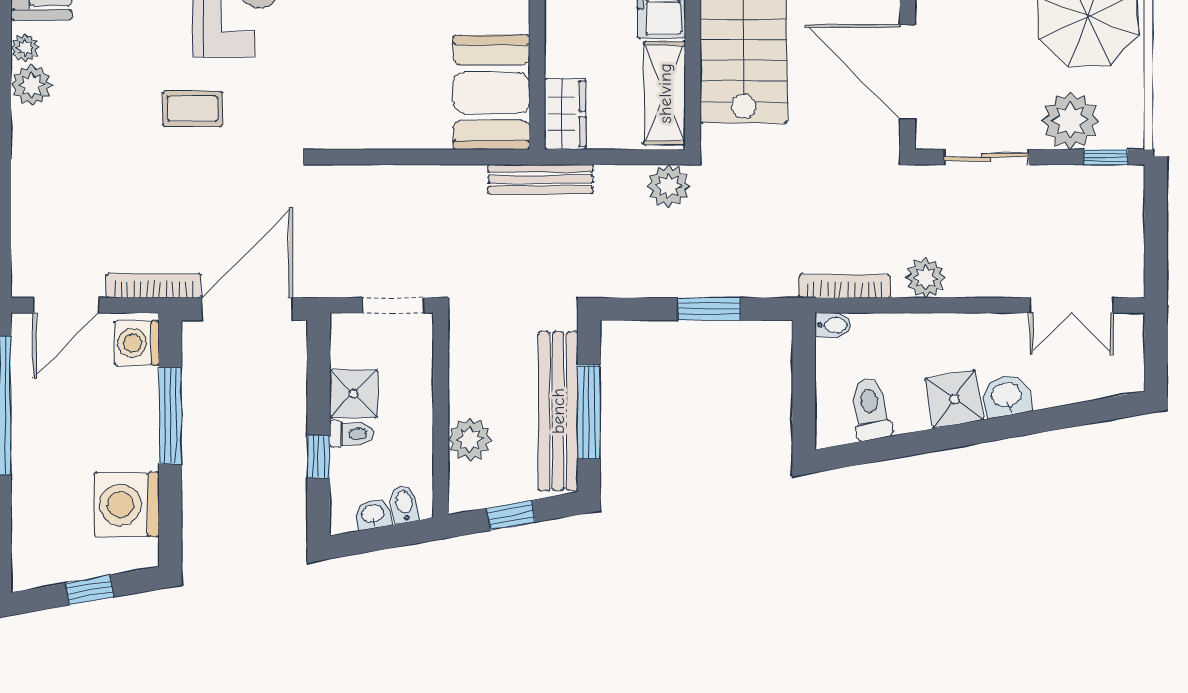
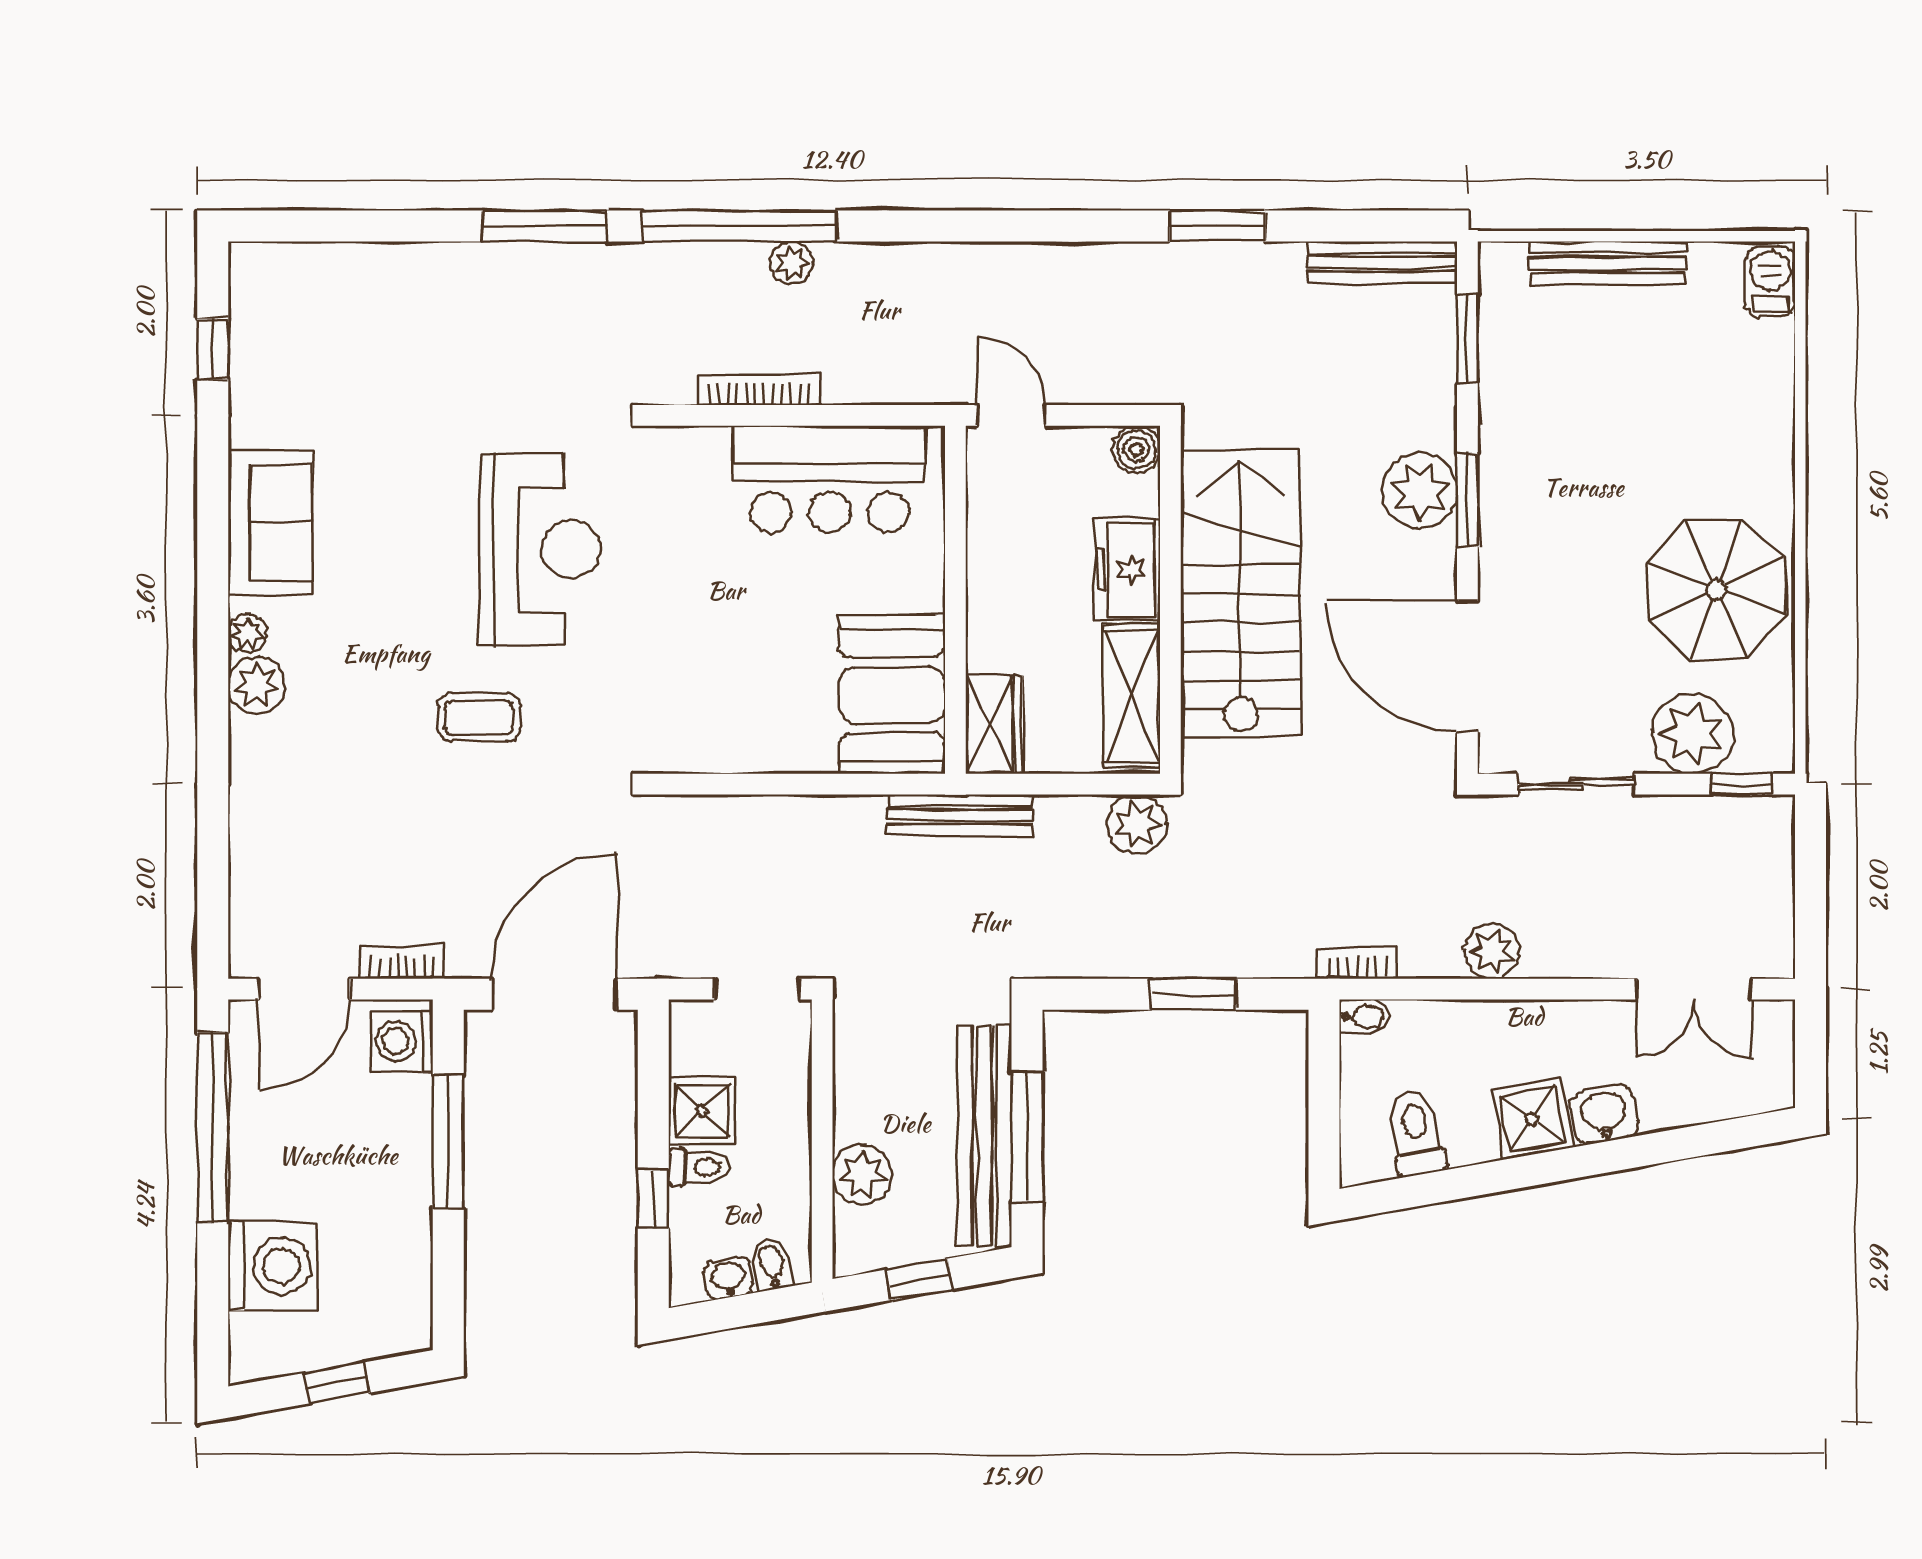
bookcase: (154, 286) -> (402, 962), width x0.64
bookcase: (845, 286) -> (1358, 963), width x0.64
washing machine: (127, 505) -> (273, 1266), moved, turned 180

